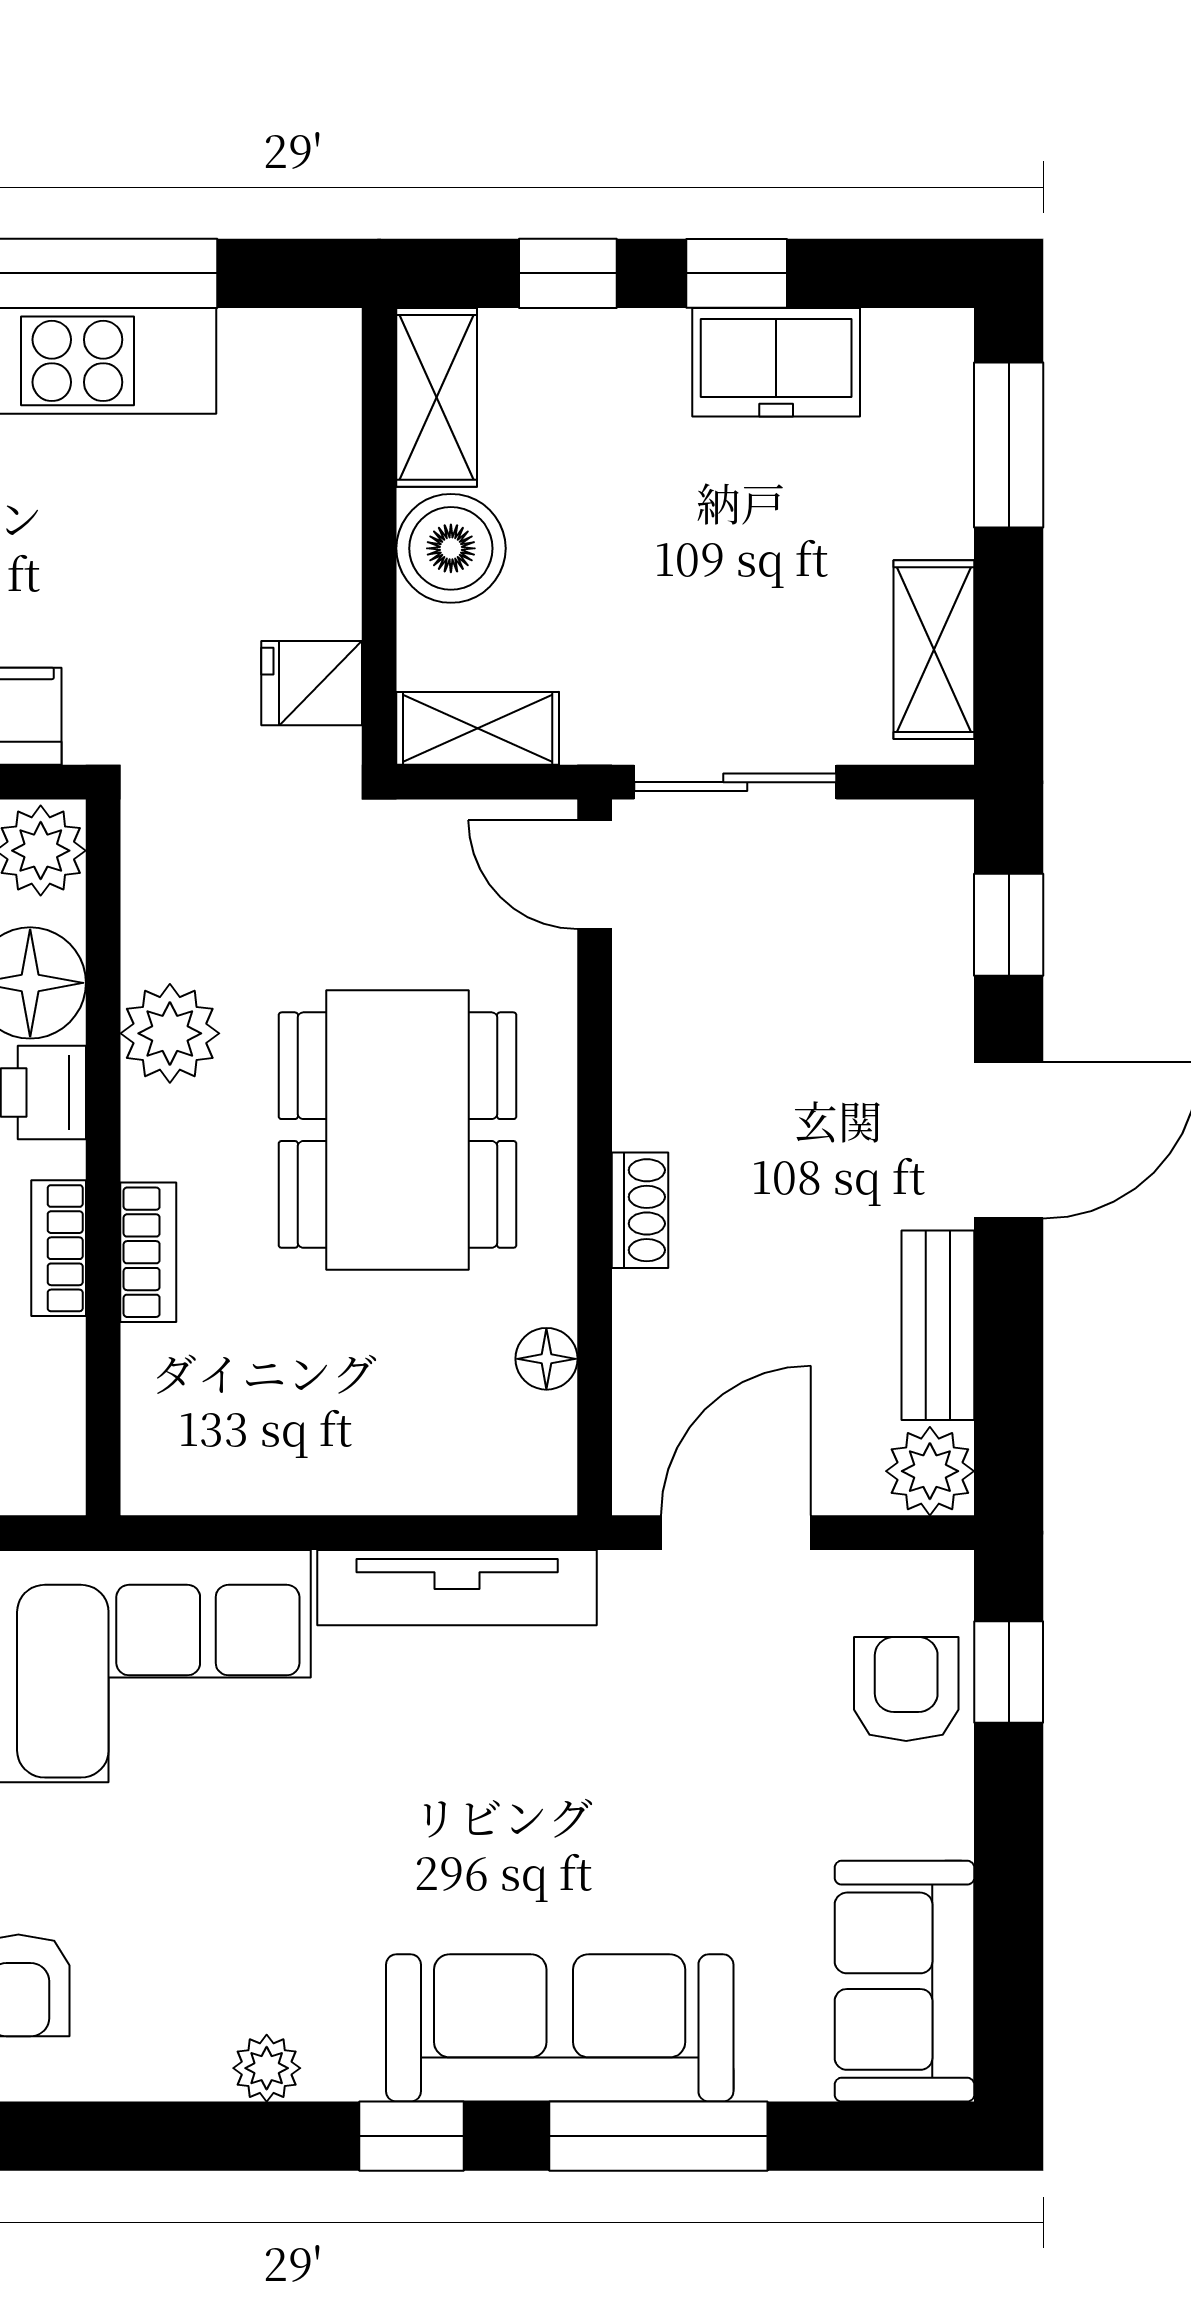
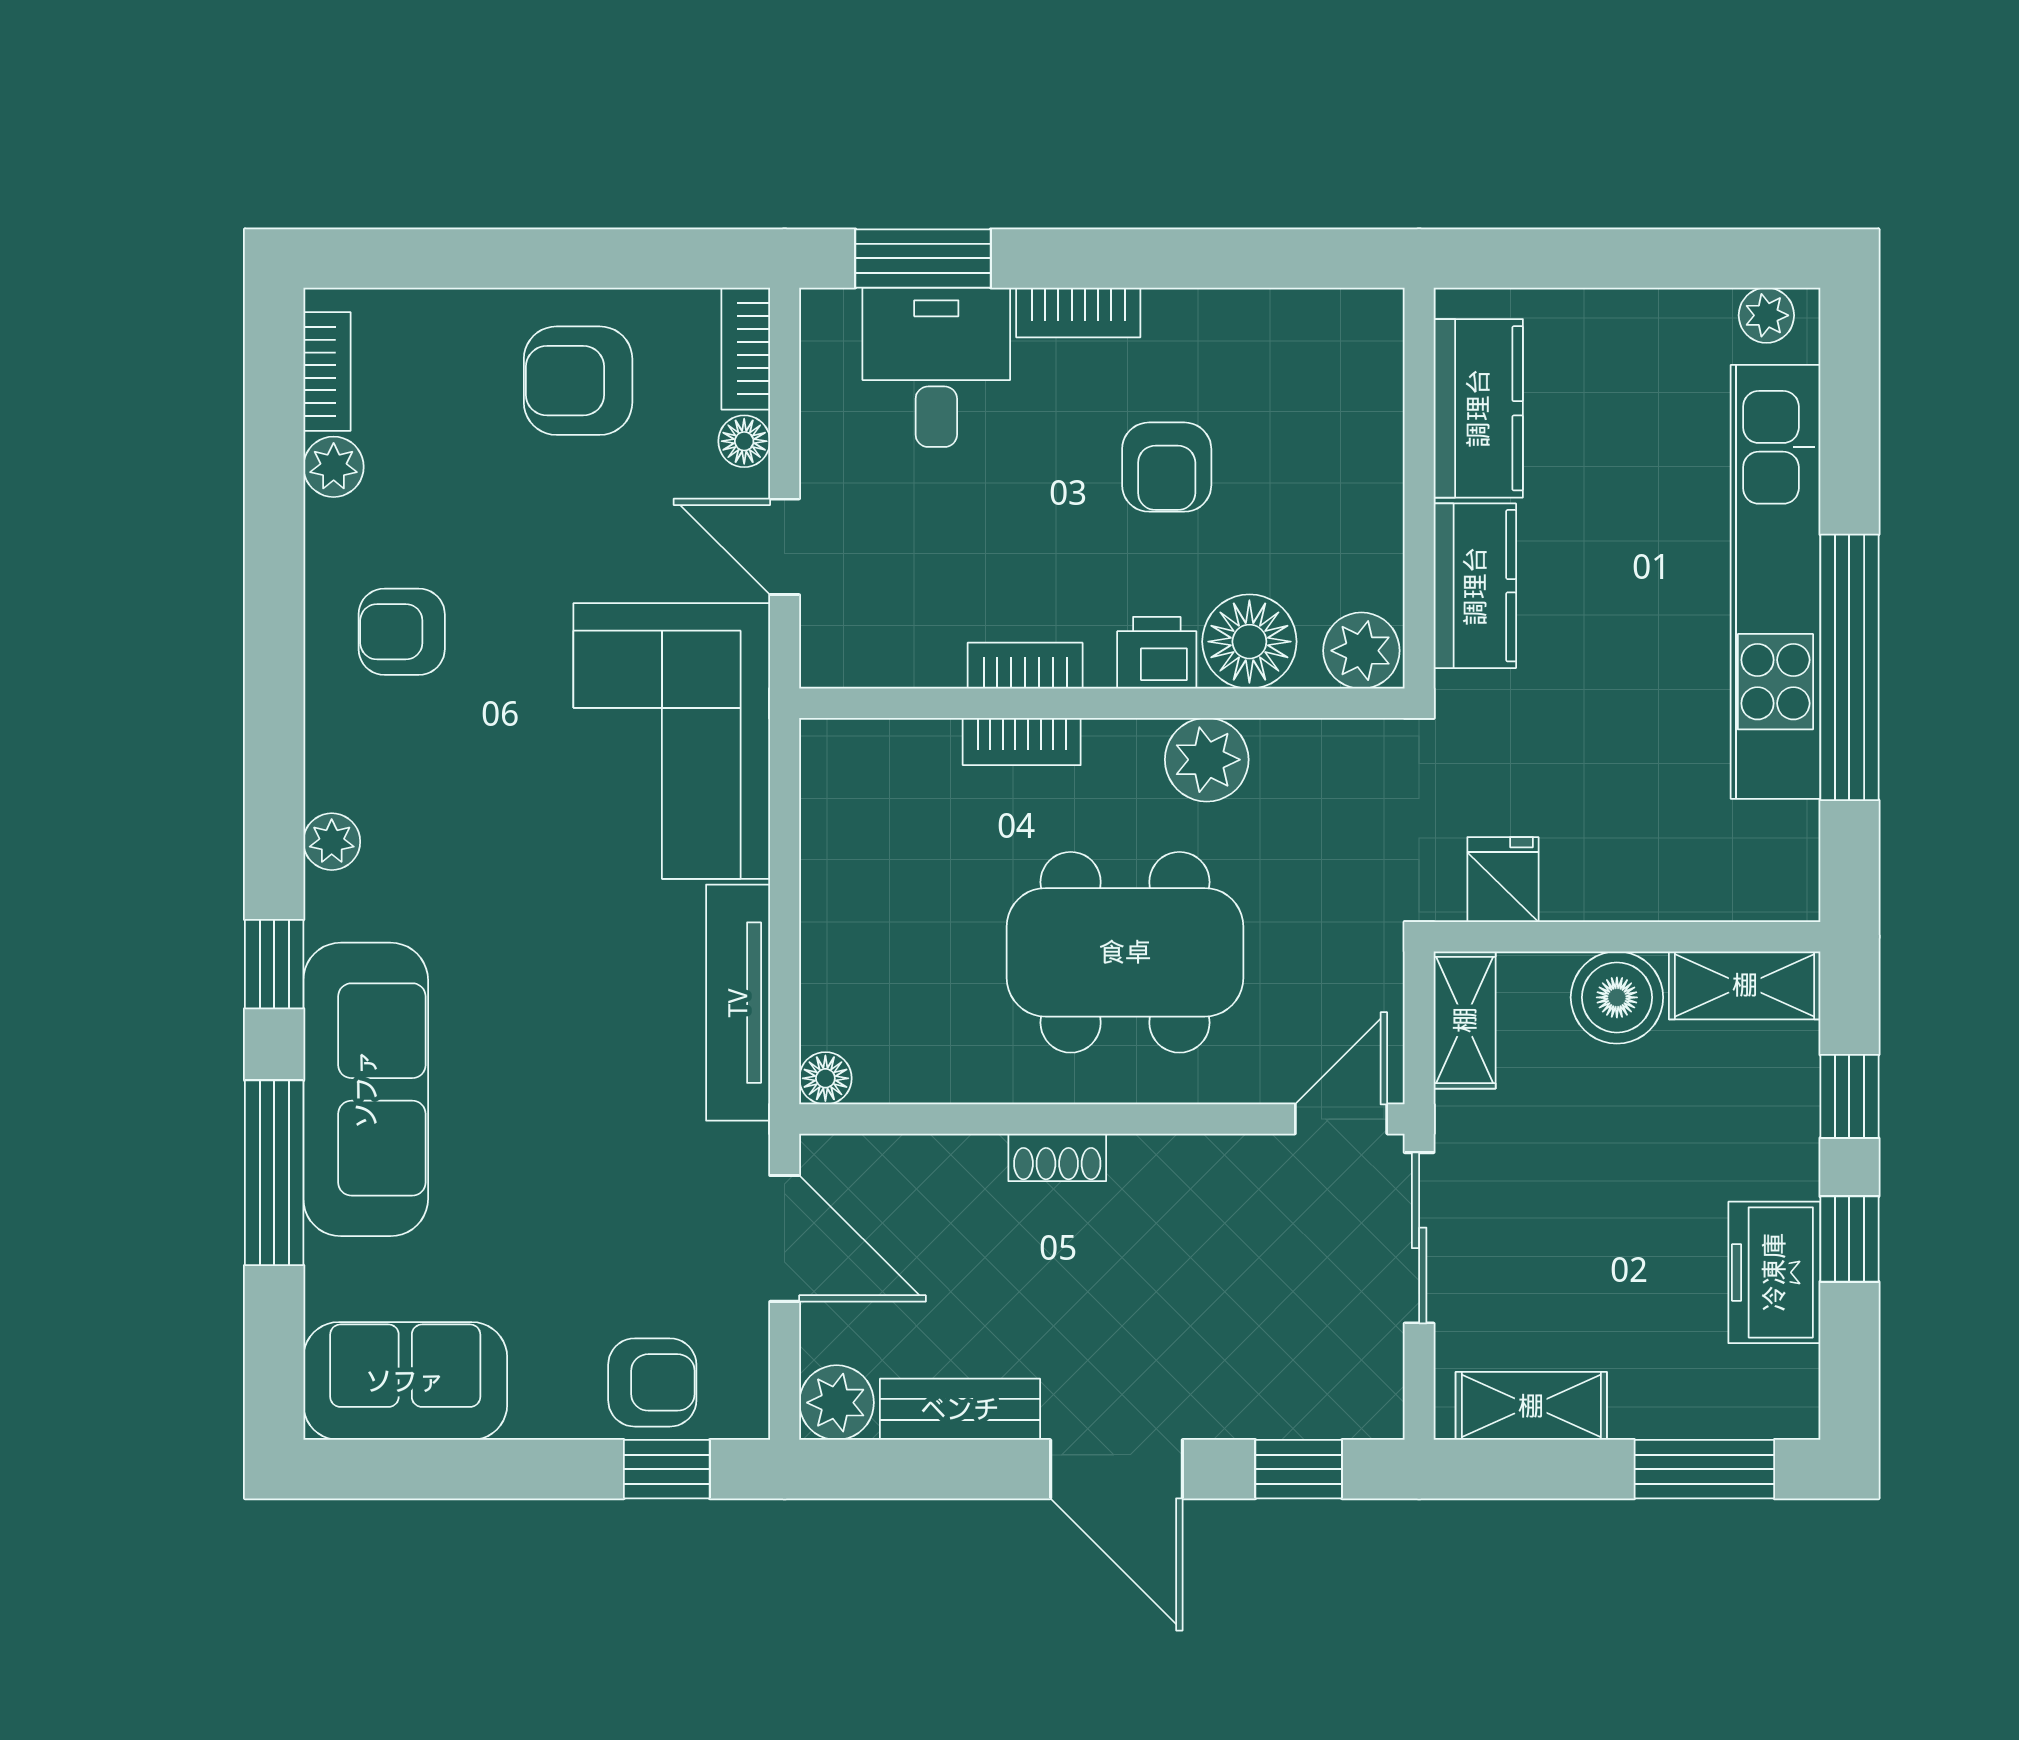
floor lamp: (546, 1359) -> (825, 1078), moved

